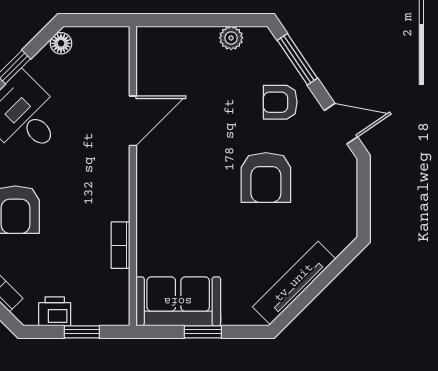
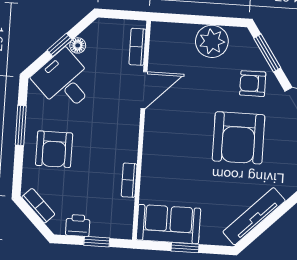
plant: (231, 38) -> (212, 41), width x1.87, depth x1.87
floor lamp: (61, 43) -> (78, 45), moved
bookcase: (120, 63) -> (137, 47), added
armchair: (266, 177) -> (239, 138), width x1.36, depth x1.36

